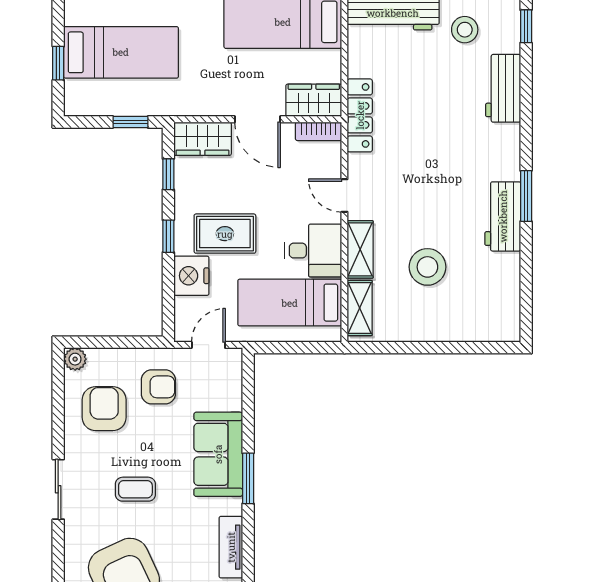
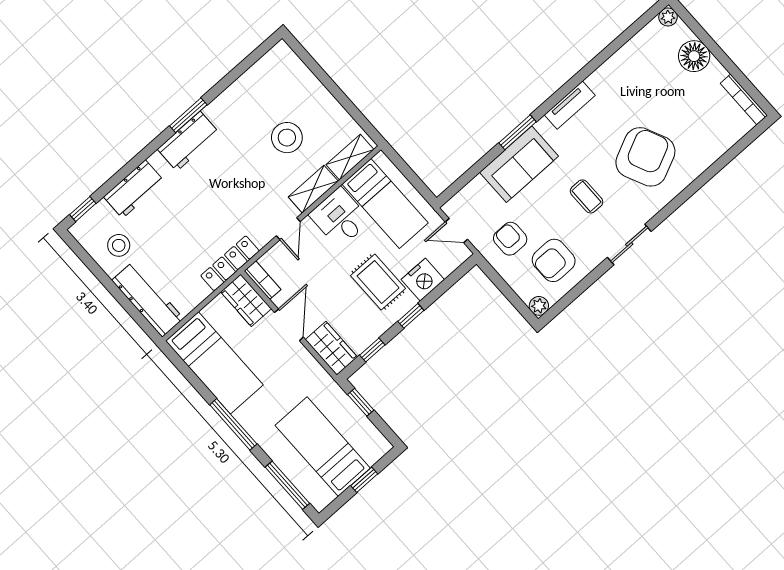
workbench: (503, 216) -> (188, 141), moved

